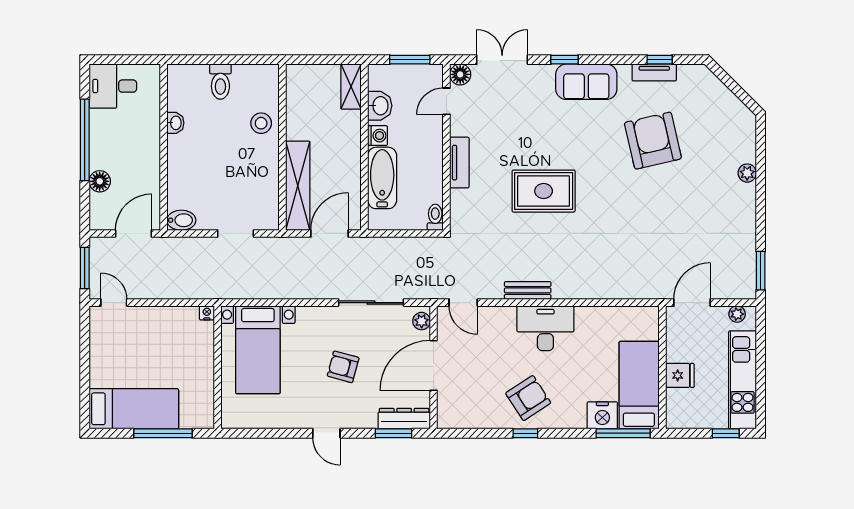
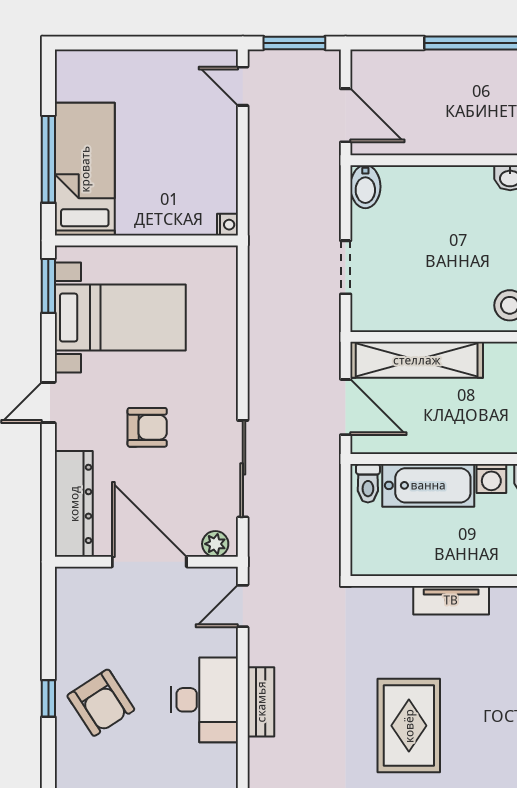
floor lamp: (100, 181) -> (423, 65), removed
toilet: (435, 217) -> (368, 483), moved, turned 90
door: (114, 303) -> (243, 86), swing flipped
desk: (545, 328) -> (205, 700), moved
bed with nightstands: (258, 350) -> (120, 318), moved, turned 180
armchair: (343, 367) -> (147, 427), turned 75
bed: (134, 409) -> (85, 169), moved, turned 180
dresser: (404, 419) -> (74, 504), width x1.37, depth x1.24
window: (393, 433) -> (48, 286), moved

